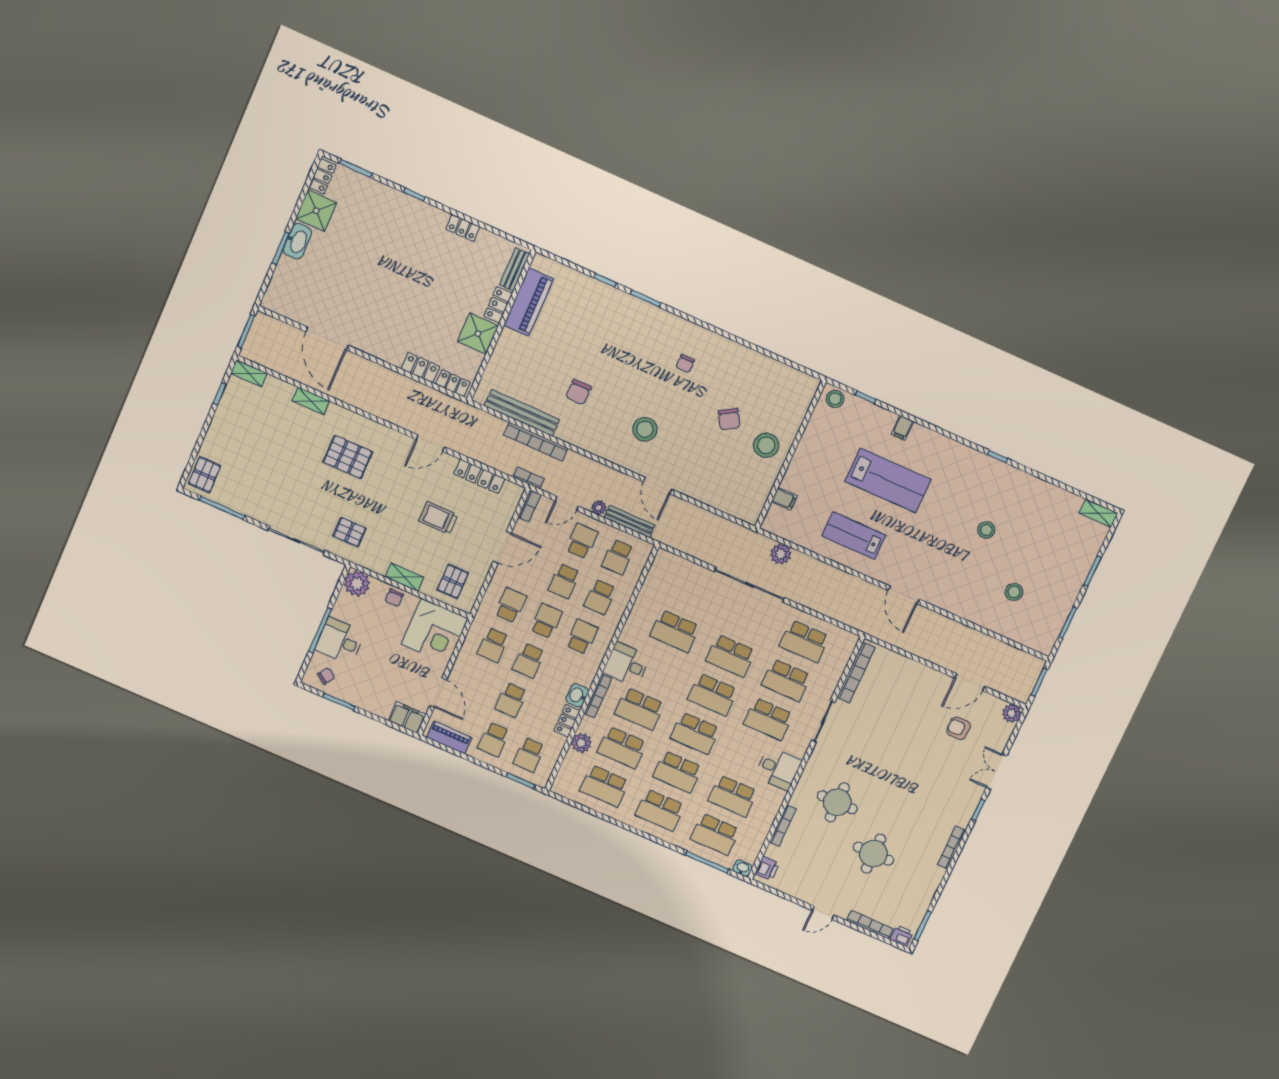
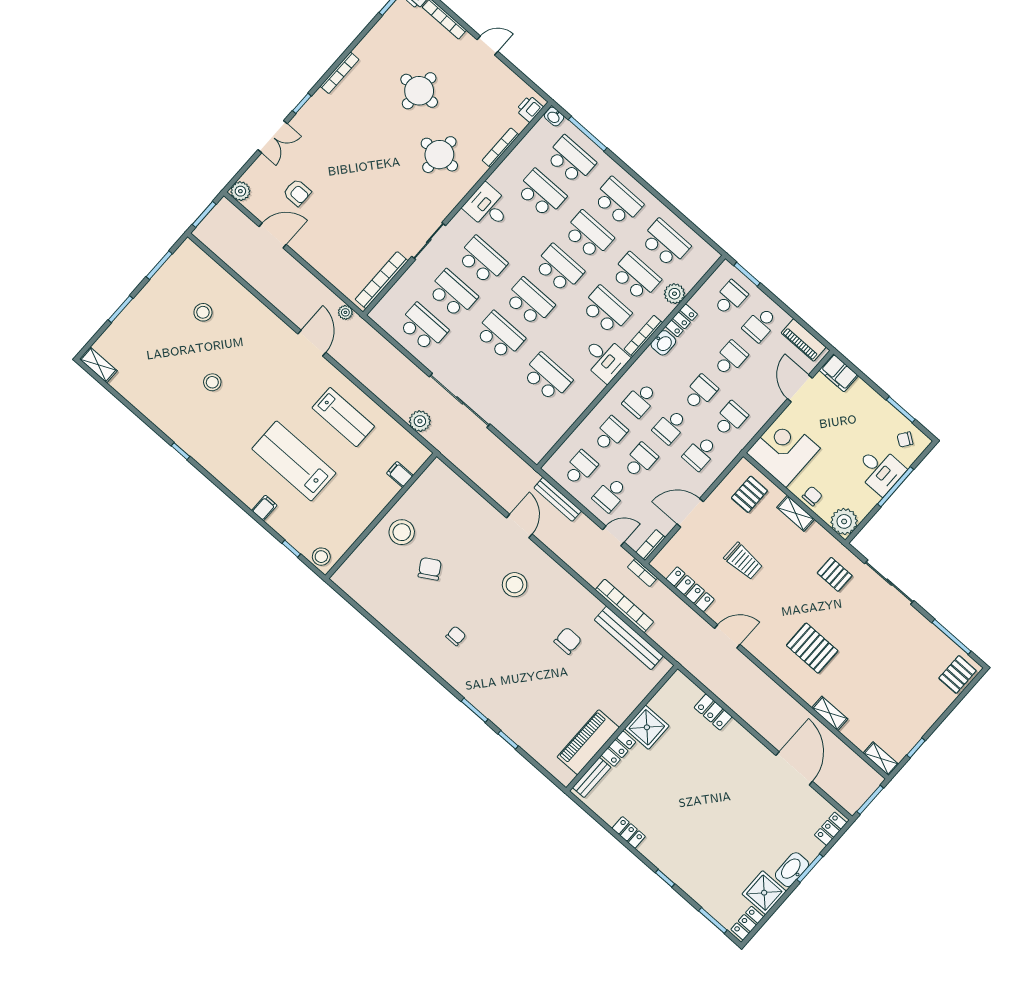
locker: (453, 383) -> (831, 829), moved, turned 90
plant: (599, 508) -> (345, 312), moved
school desk: (494, 739) -> (760, 324), turned 180

